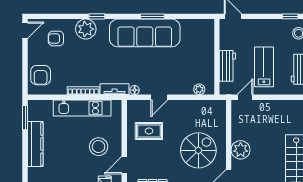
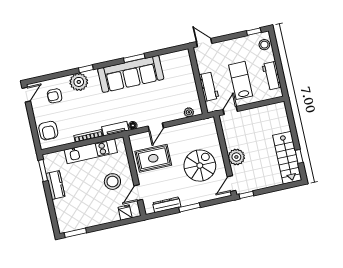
rug: (149, 131) -> (153, 158), width x1.36, depth x1.43
kitchen counter: (35, 144) -> (56, 185), width x0.67

